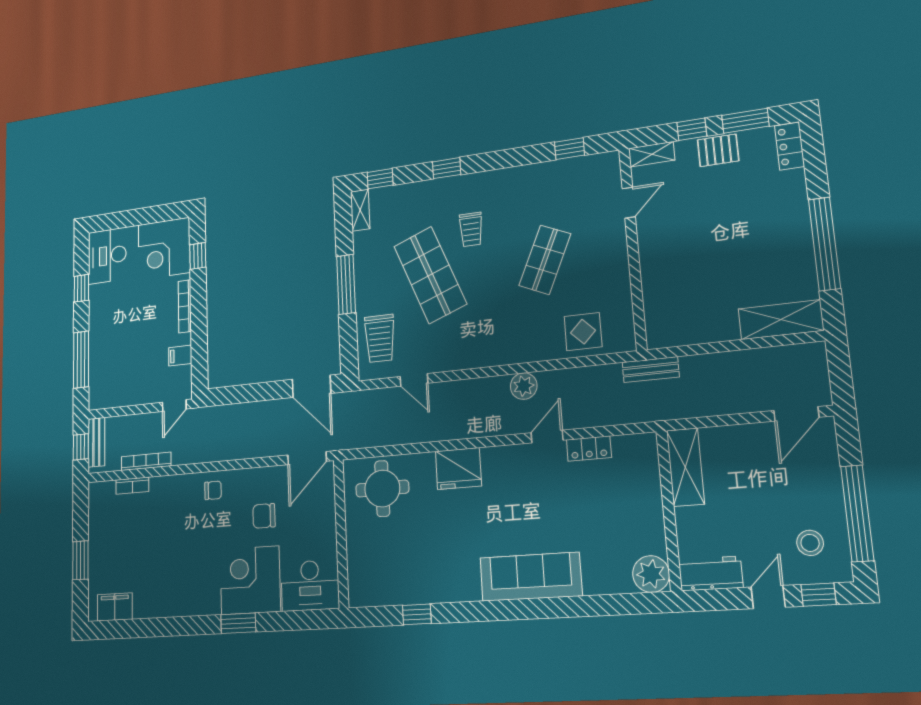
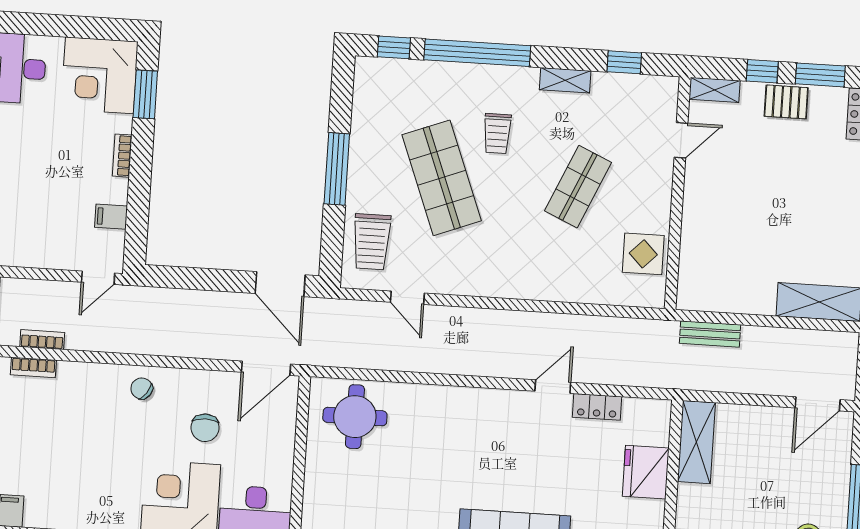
window: (447, 168) -> (477, 53), width x3.17
shelving: (360, 210) -> (565, 80), moved, turned 90
window: (198, 256) -> (145, 94), width x1.50
bookcase: (185, 306) -> (122, 156), width x0.64
display table: (583, 332) -> (643, 254), moved
bench: (651, 370) -> (710, 334), moved
plant: (524, 386) -> (534, 326), removed
bookcase: (146, 461) -> (42, 340), width x0.64
fridge: (458, 468) -> (646, 472), moved, turned 90
chair: (213, 490) -> (142, 389), turned -145
chair: (264, 516) -> (205, 428), turned -90

